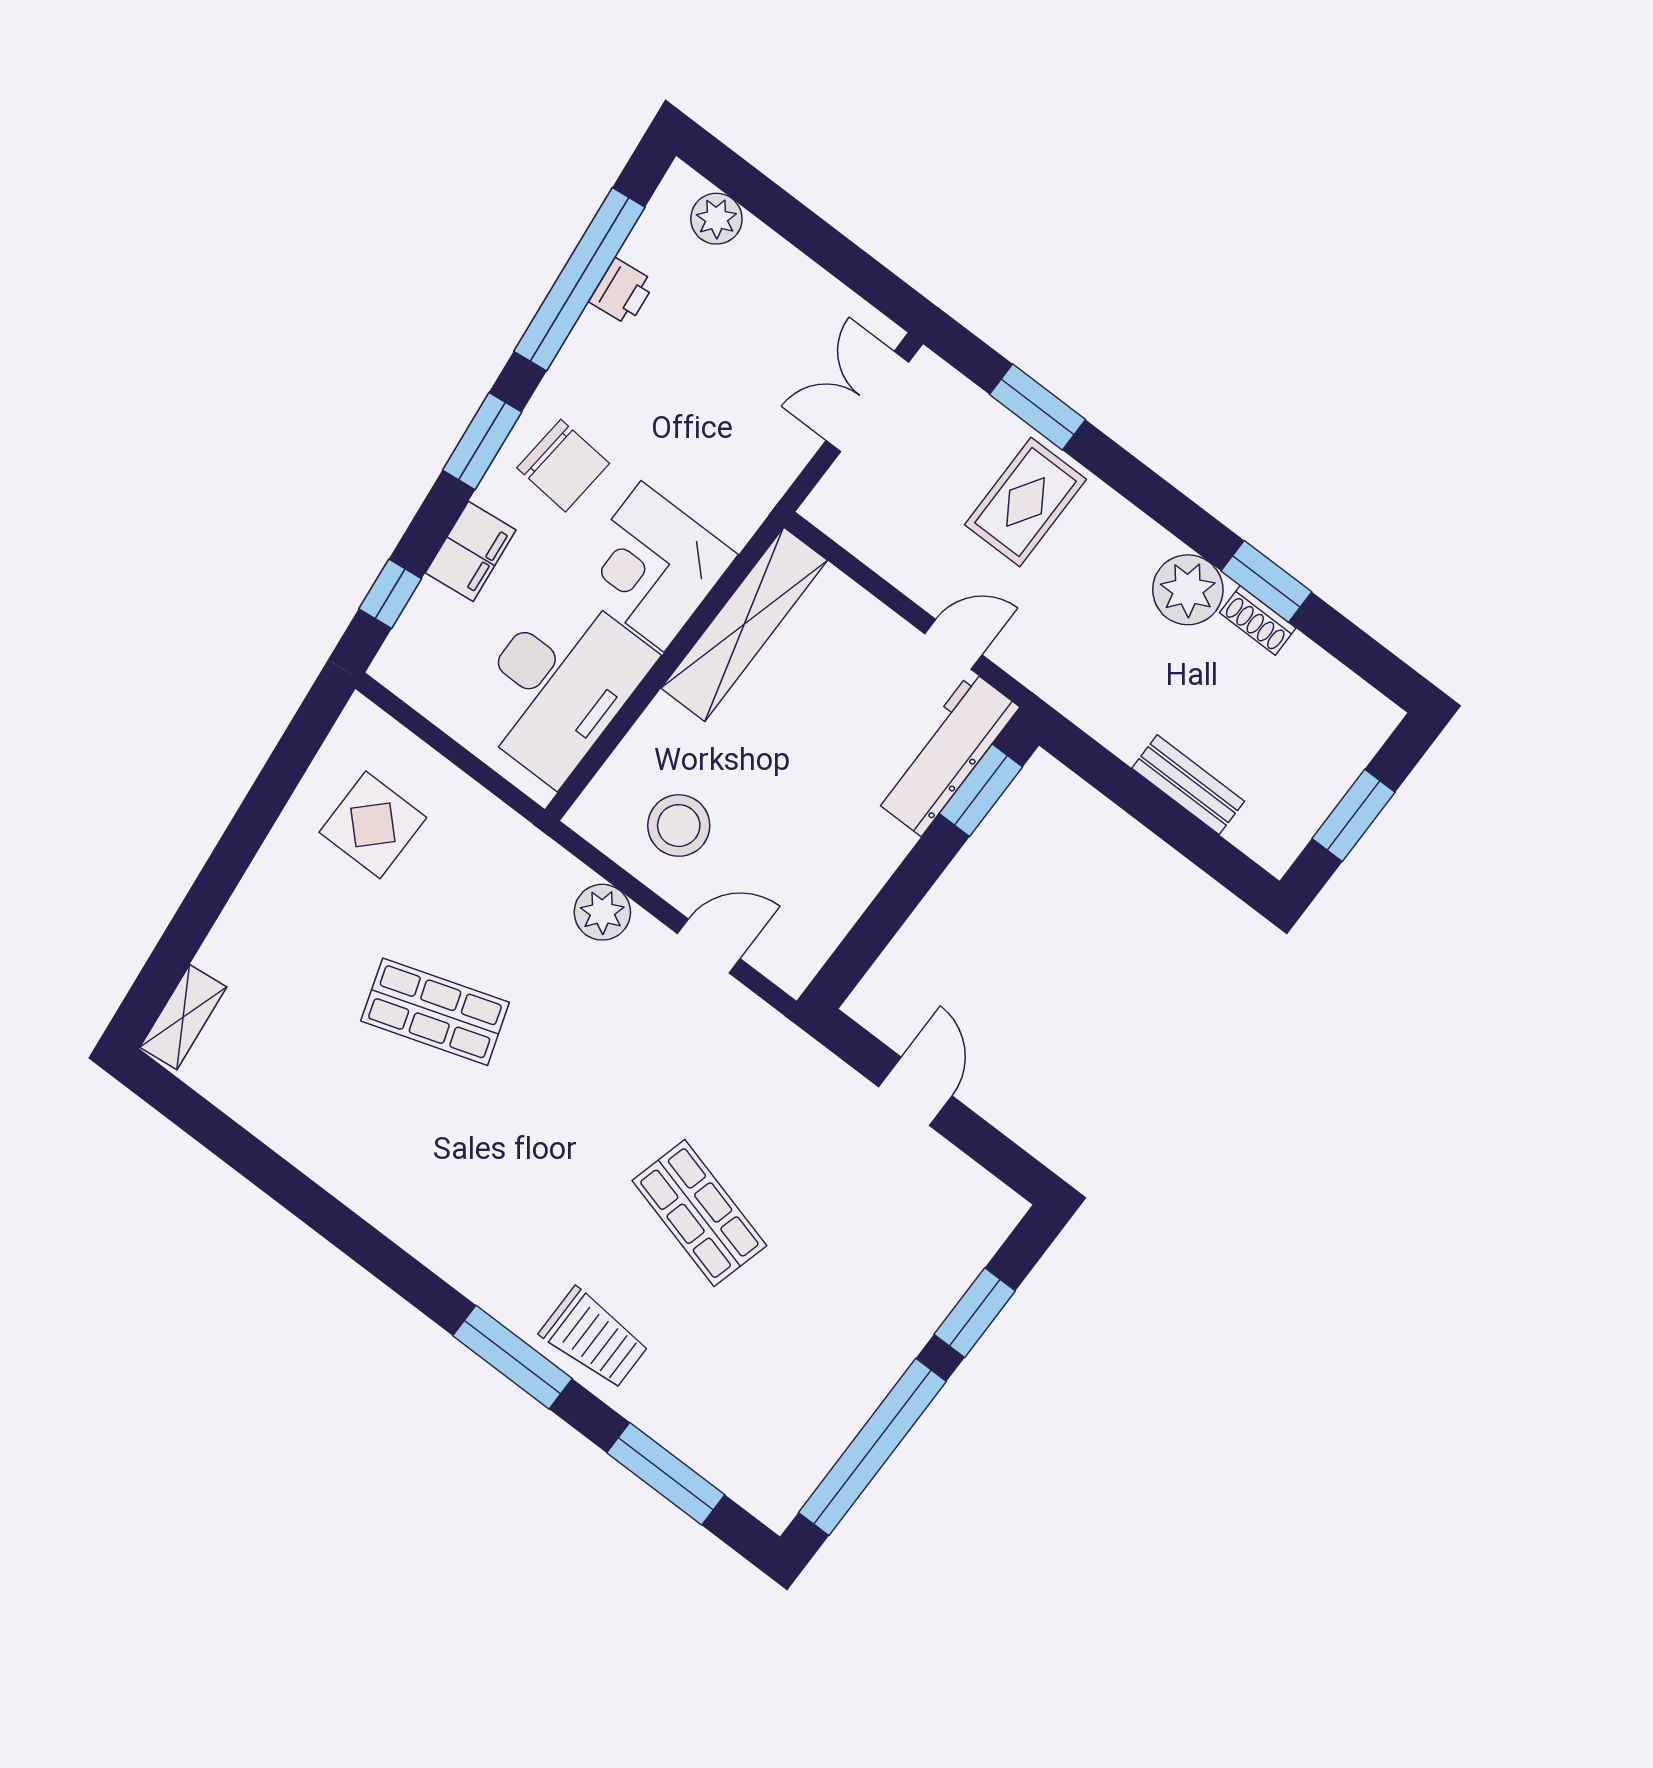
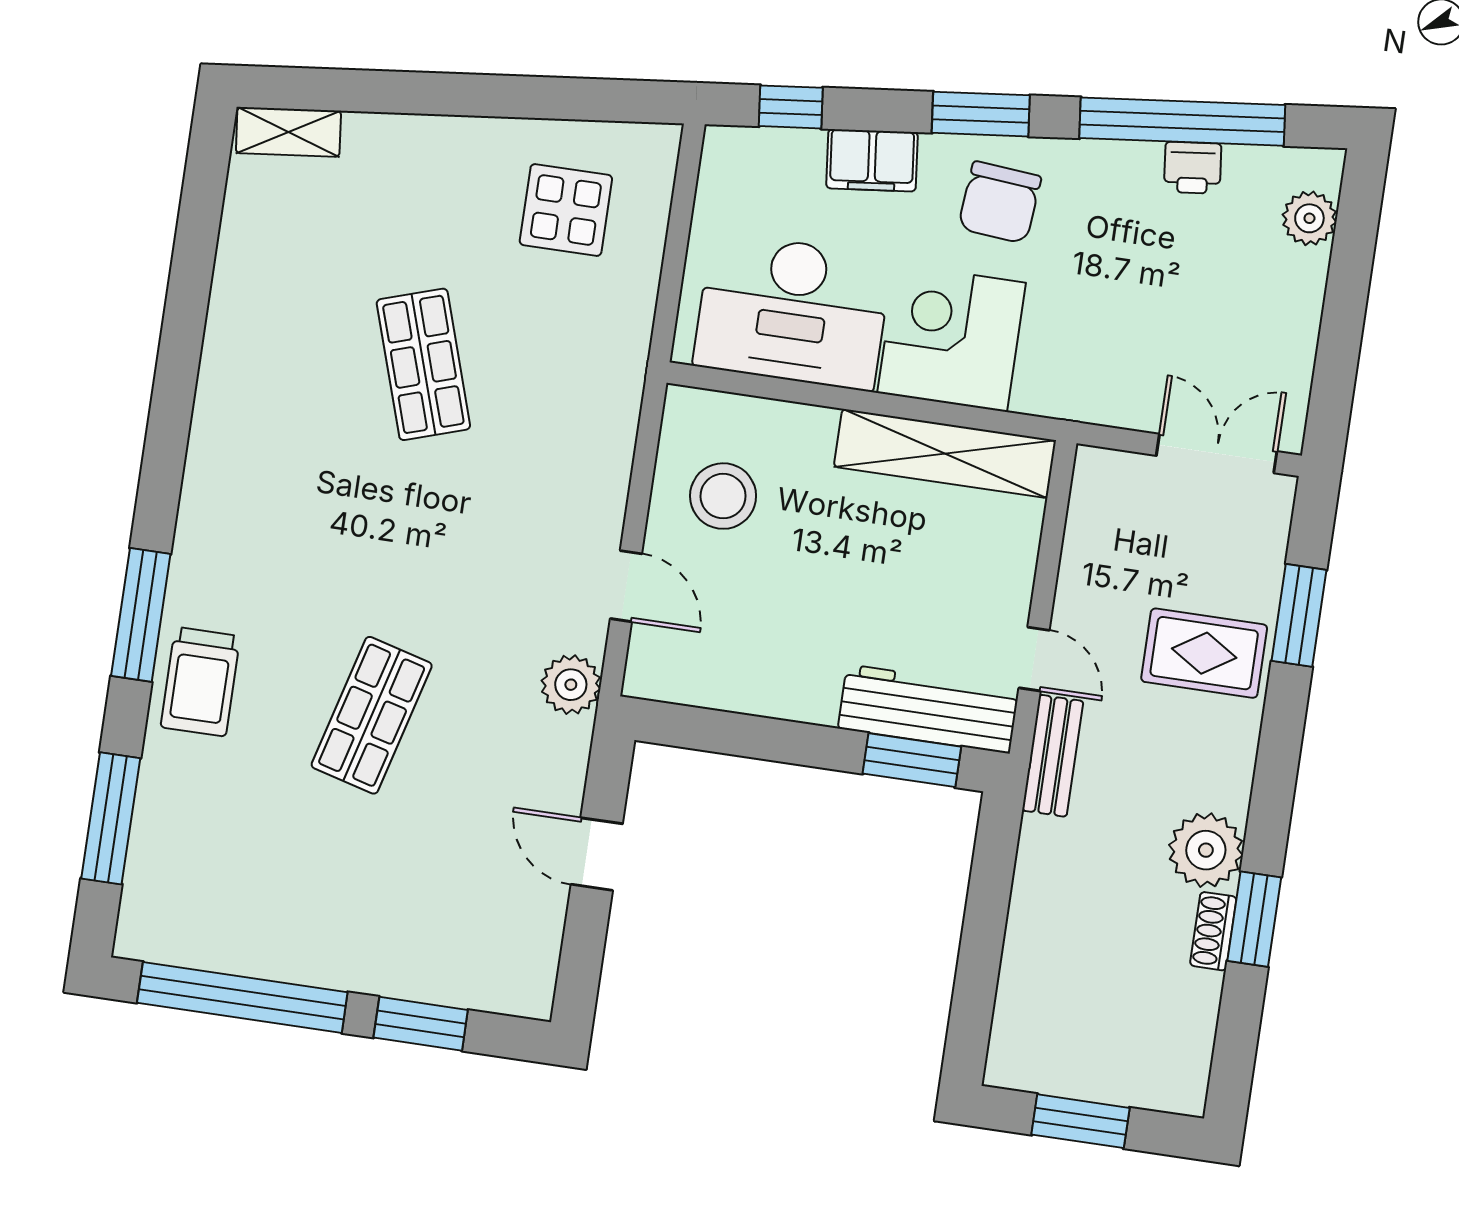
bench: (1188, 785) -> (1053, 756), moved
plant: (602, 912) -> (571, 685), moved
door: (915, 1091) -> (597, 854), swing flipped

